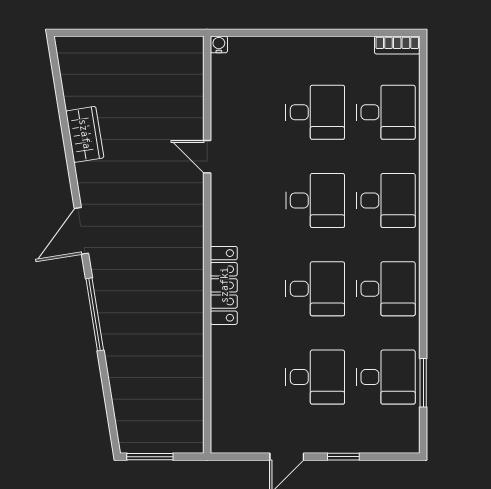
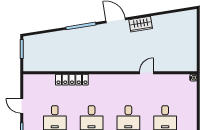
wardrobe: (85, 134) -> (141, 24), moved
locker: (224, 285) -> (72, 80), moved

